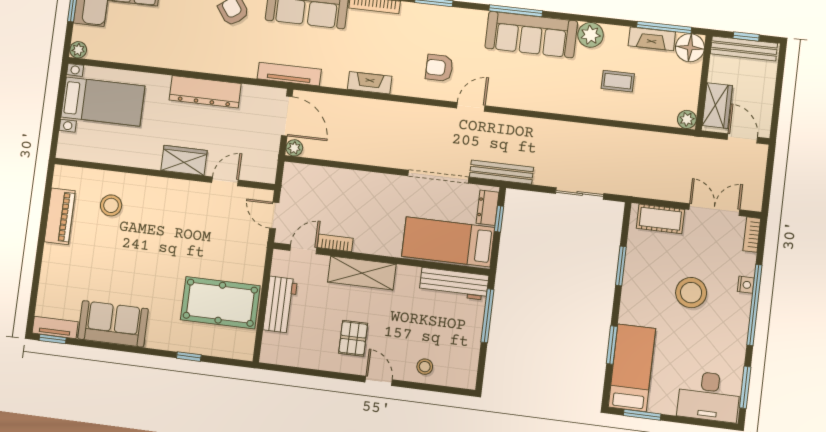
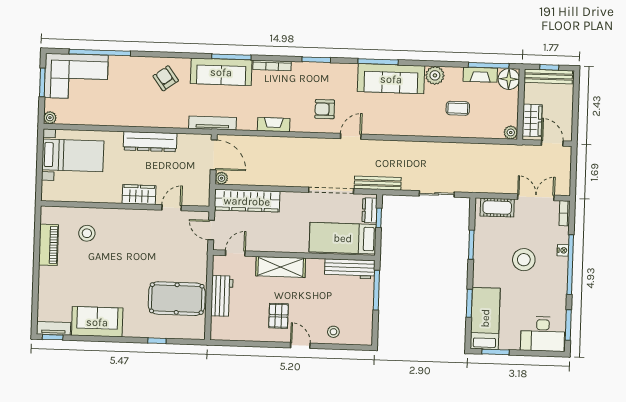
wardrobe: (325, 181) -> (247, 201), added
bookcase: (335, 243) -> (259, 246), removed

